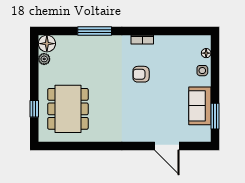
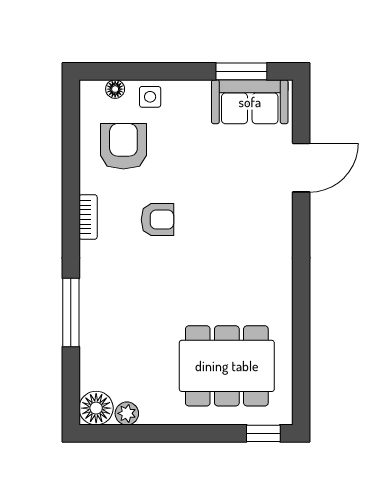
armchair: (178, 57) -> (123, 146), added
armchair: (141, 74) -> (157, 220), turned -90
sofa: (200, 106) -> (250, 102), moved
window: (34, 109) -> (263, 433), moved

